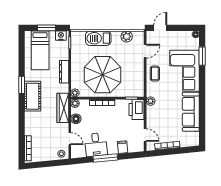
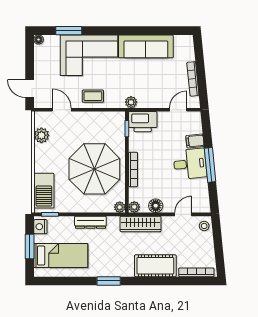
barbecue: (98, 38) -> (44, 191), moved
cot: (33, 96) -> (155, 266), moved
desk: (96, 144) -> (190, 164), moved

